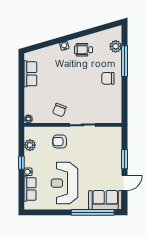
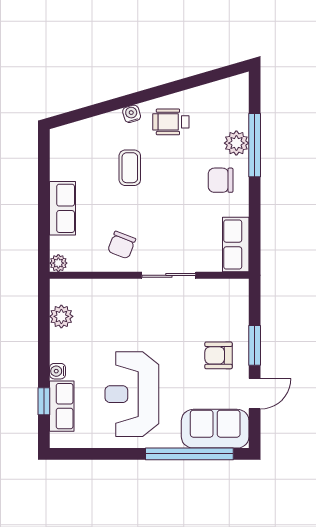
plant: (116, 46) -> (236, 143), moved
coffee table: (63, 72) -> (130, 168), added
row of seats: (30, 74) -> (62, 208), moved
row of seats: (115, 110) -> (236, 245), added
armchair: (60, 142) -> (218, 355), moved
window: (21, 163) -> (44, 401), moved

